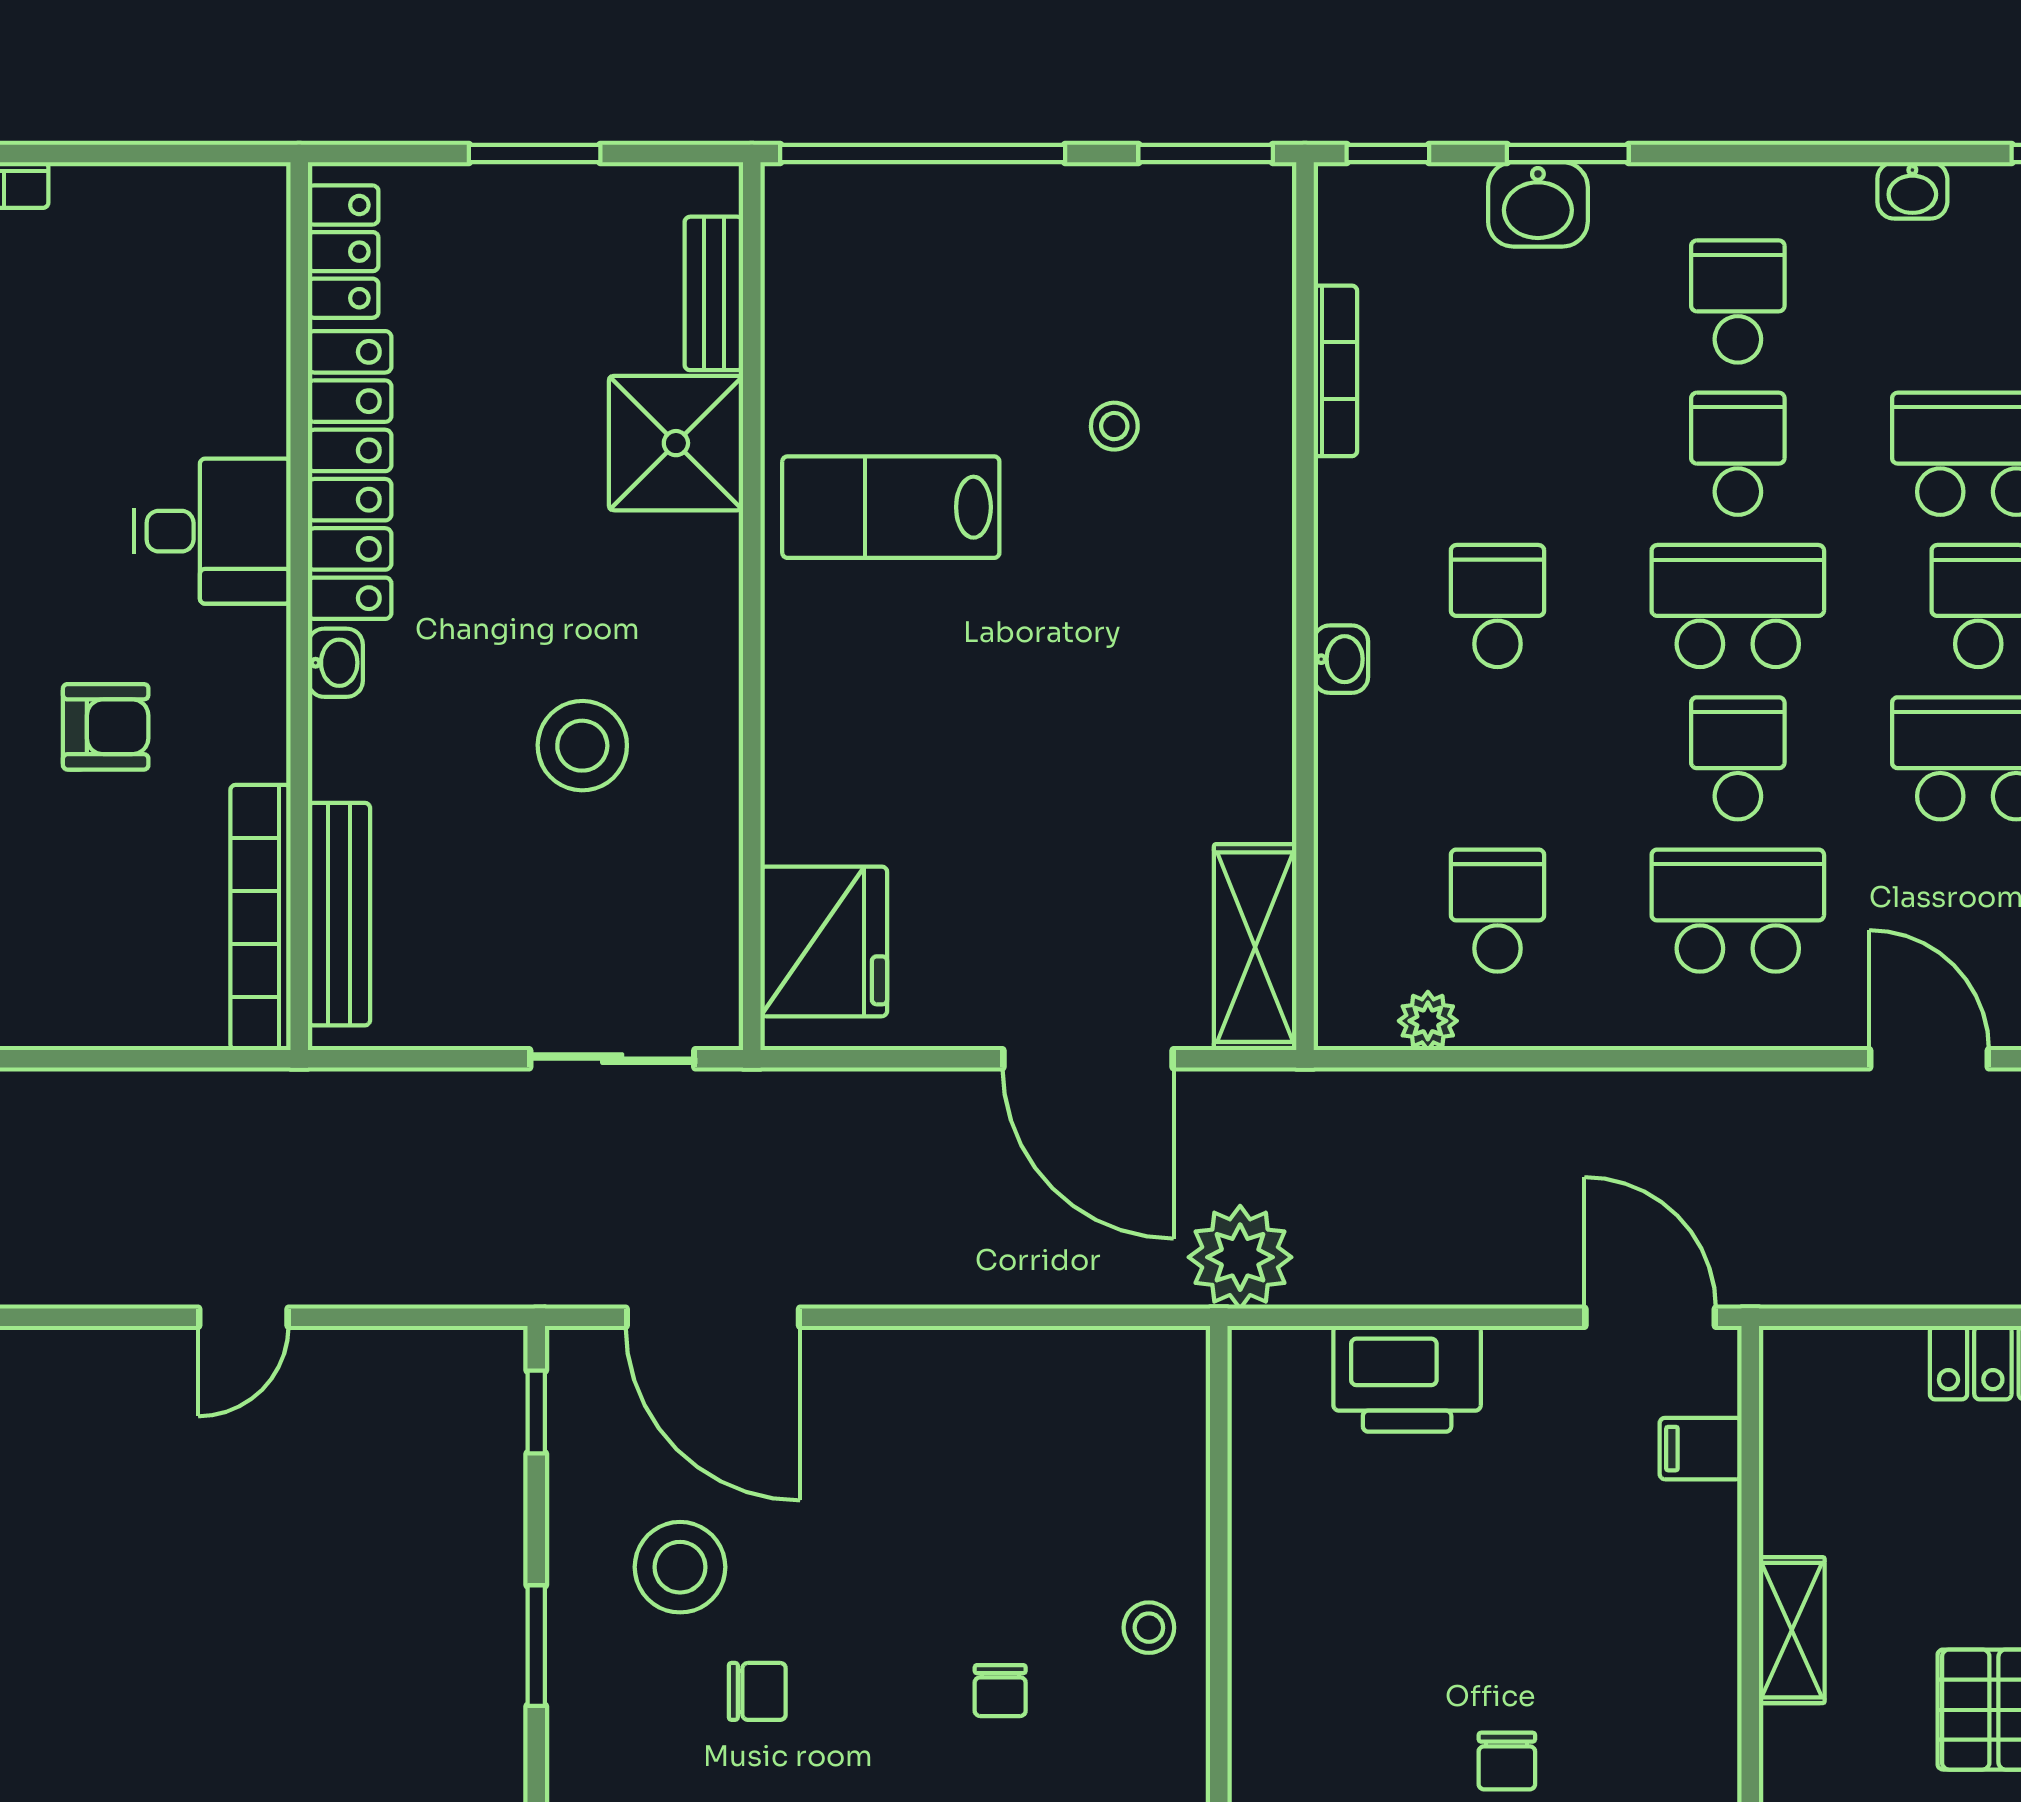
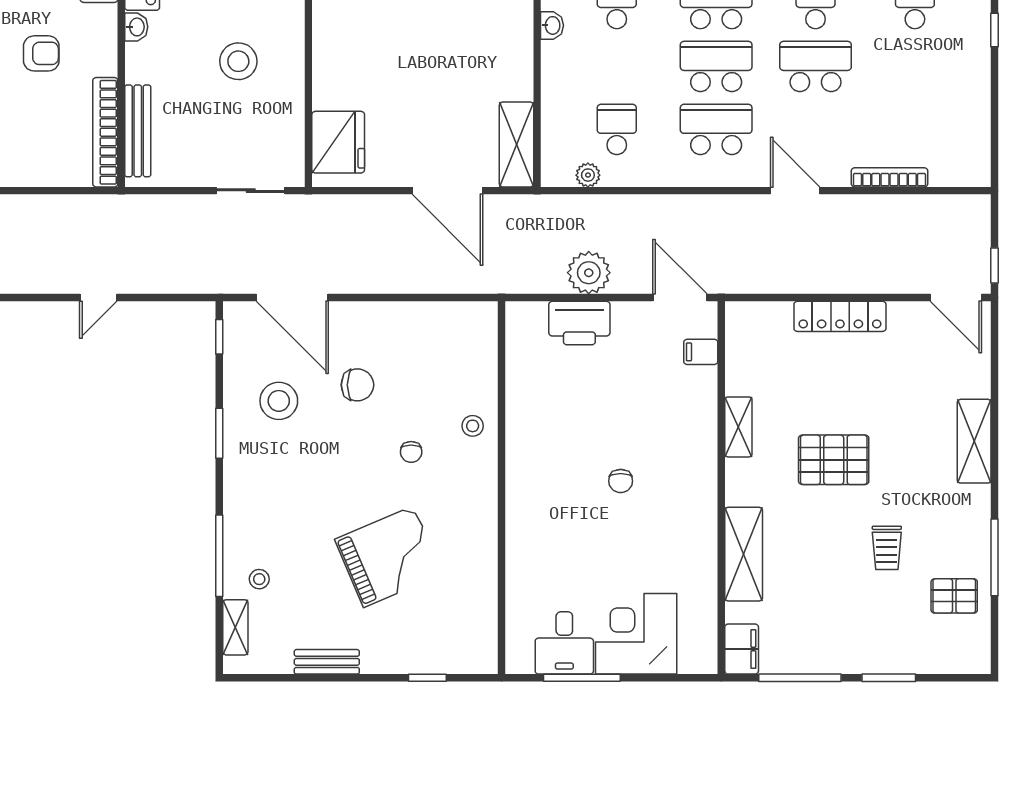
school desk: (1738, 758) -> (716, 66), width x1.85
plant: (1240, 1257) -> (589, 273), moved
chair: (757, 1691) -> (357, 385), moved, width x1.37, depth x1.37

